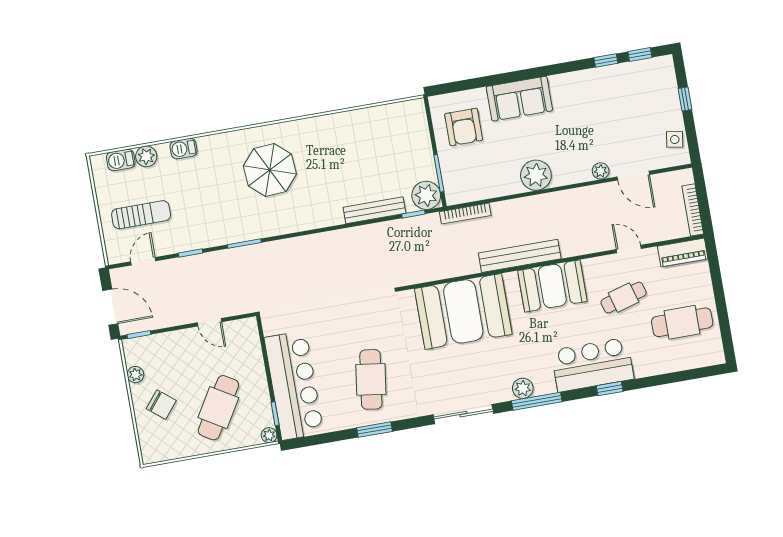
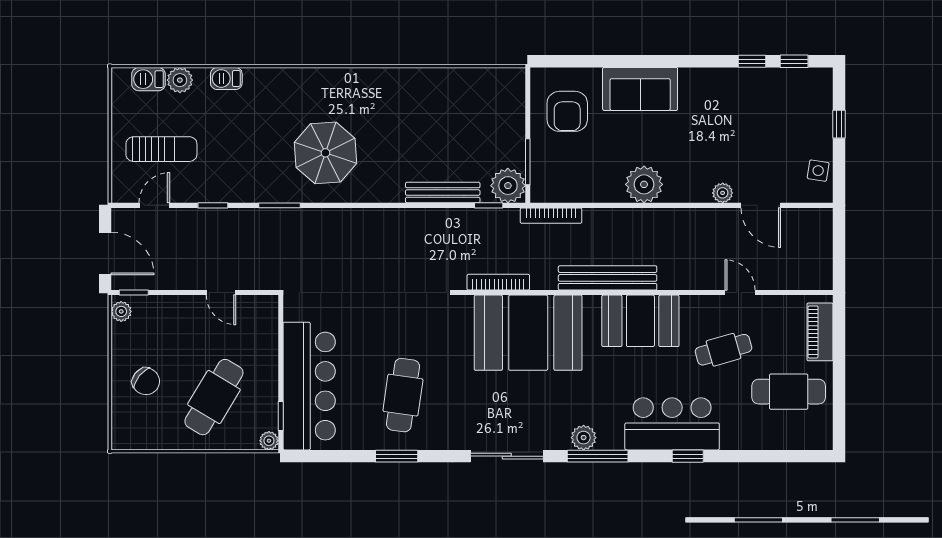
parasol: (270, 170) -> (325, 153), moved
bookcase: (693, 210) -> (498, 282), moved, turned 90
piano: (683, 252) -> (820, 332), moved, turned 90
plant: (135, 375) -> (121, 311), moved

